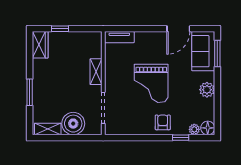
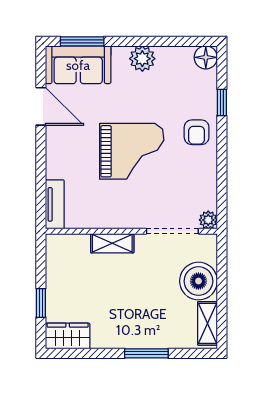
armchair: (163, 122) -> (197, 132), turned -90
plant: (194, 129) -> (208, 220), moved

